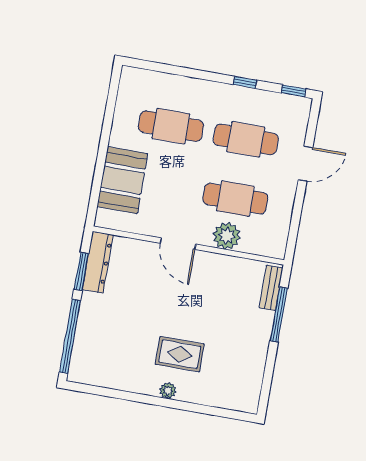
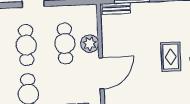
door: (178, 244) -> (101, 73), width x1.36

